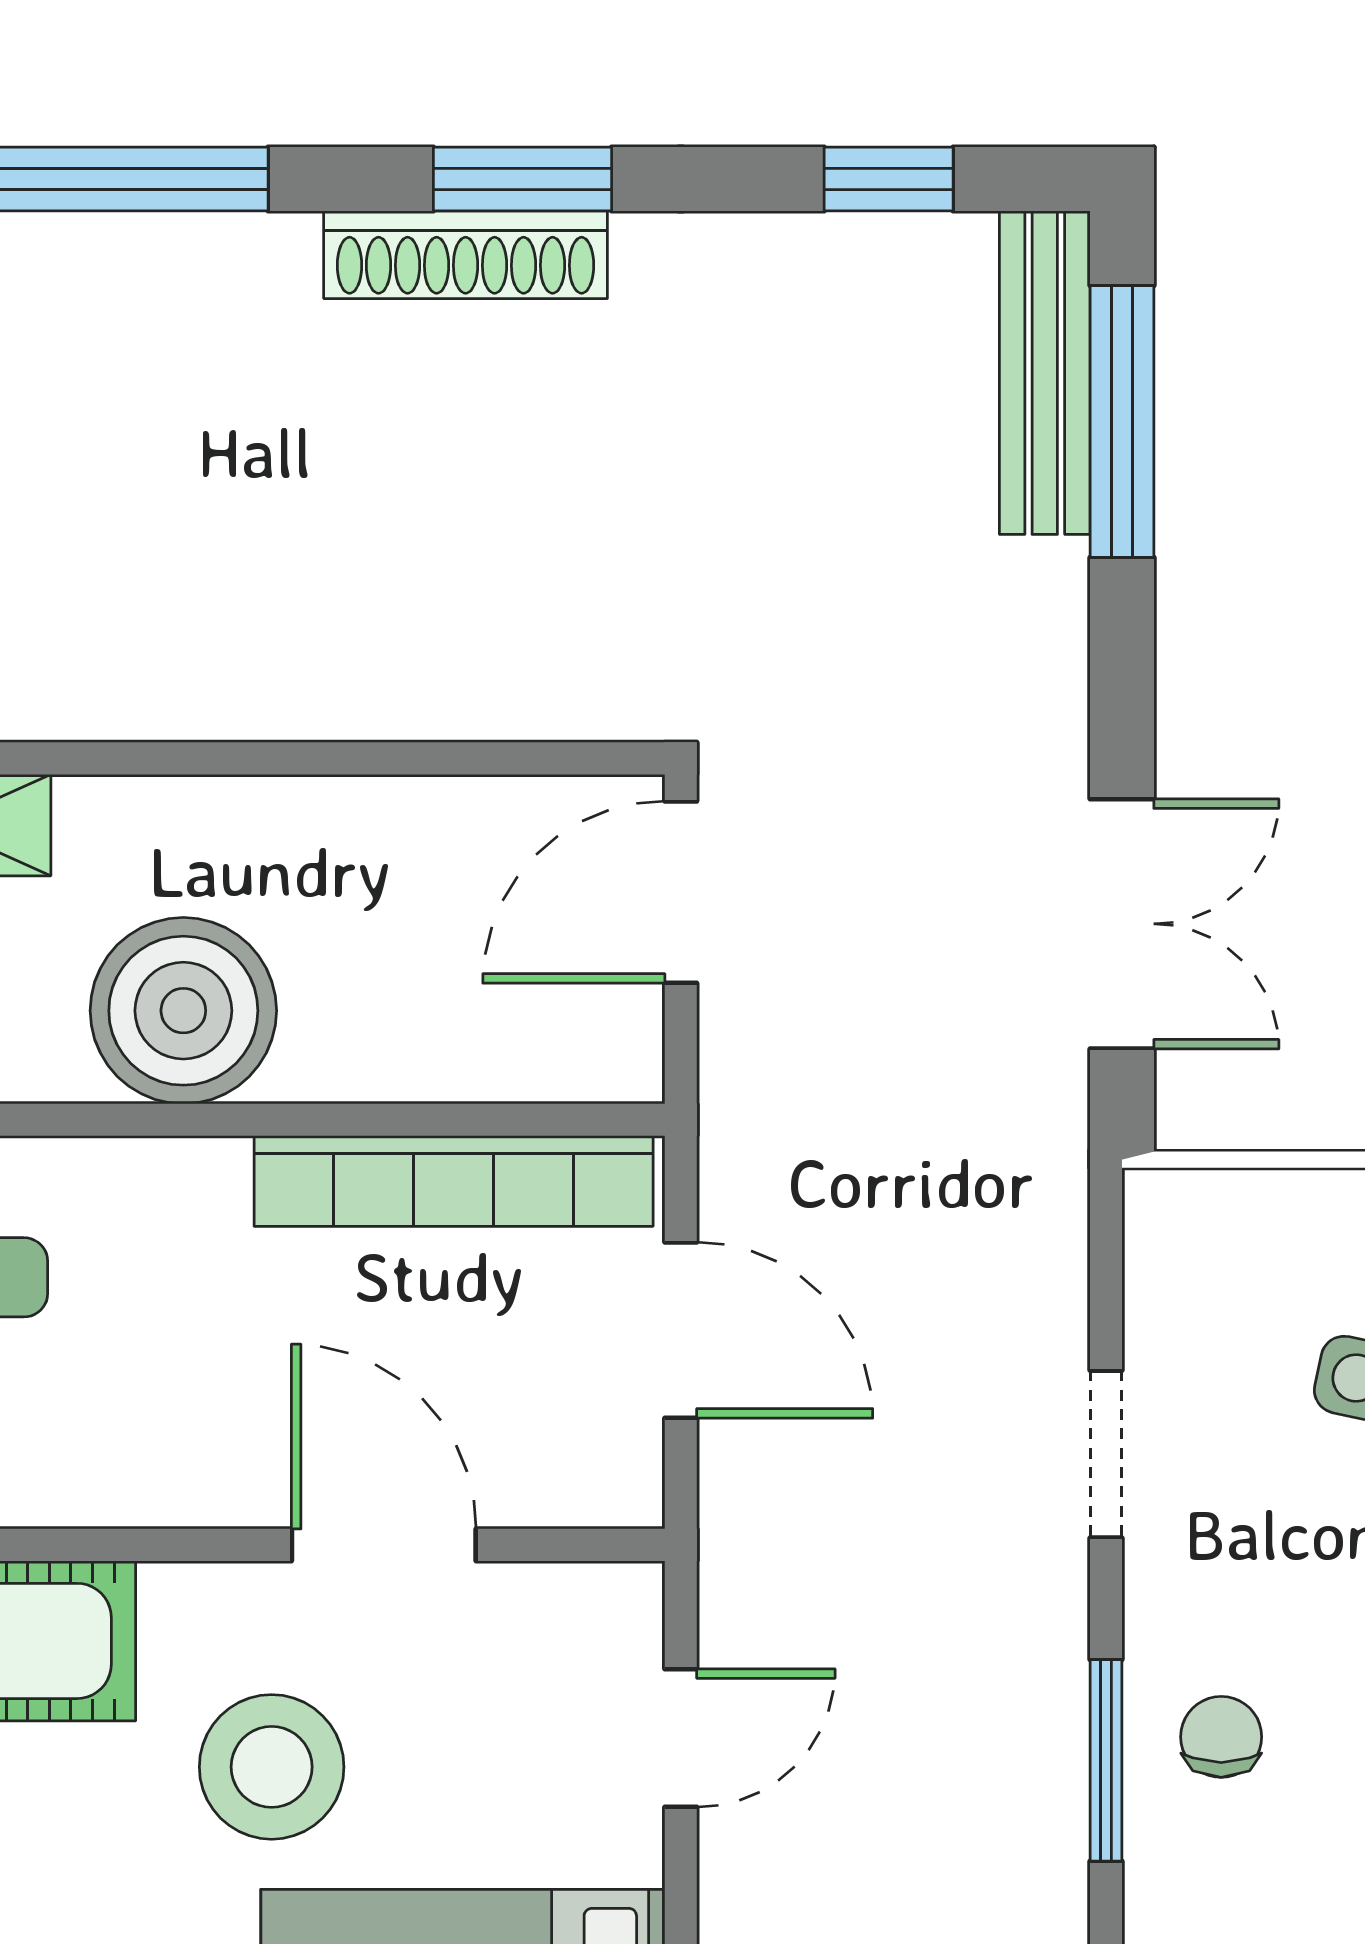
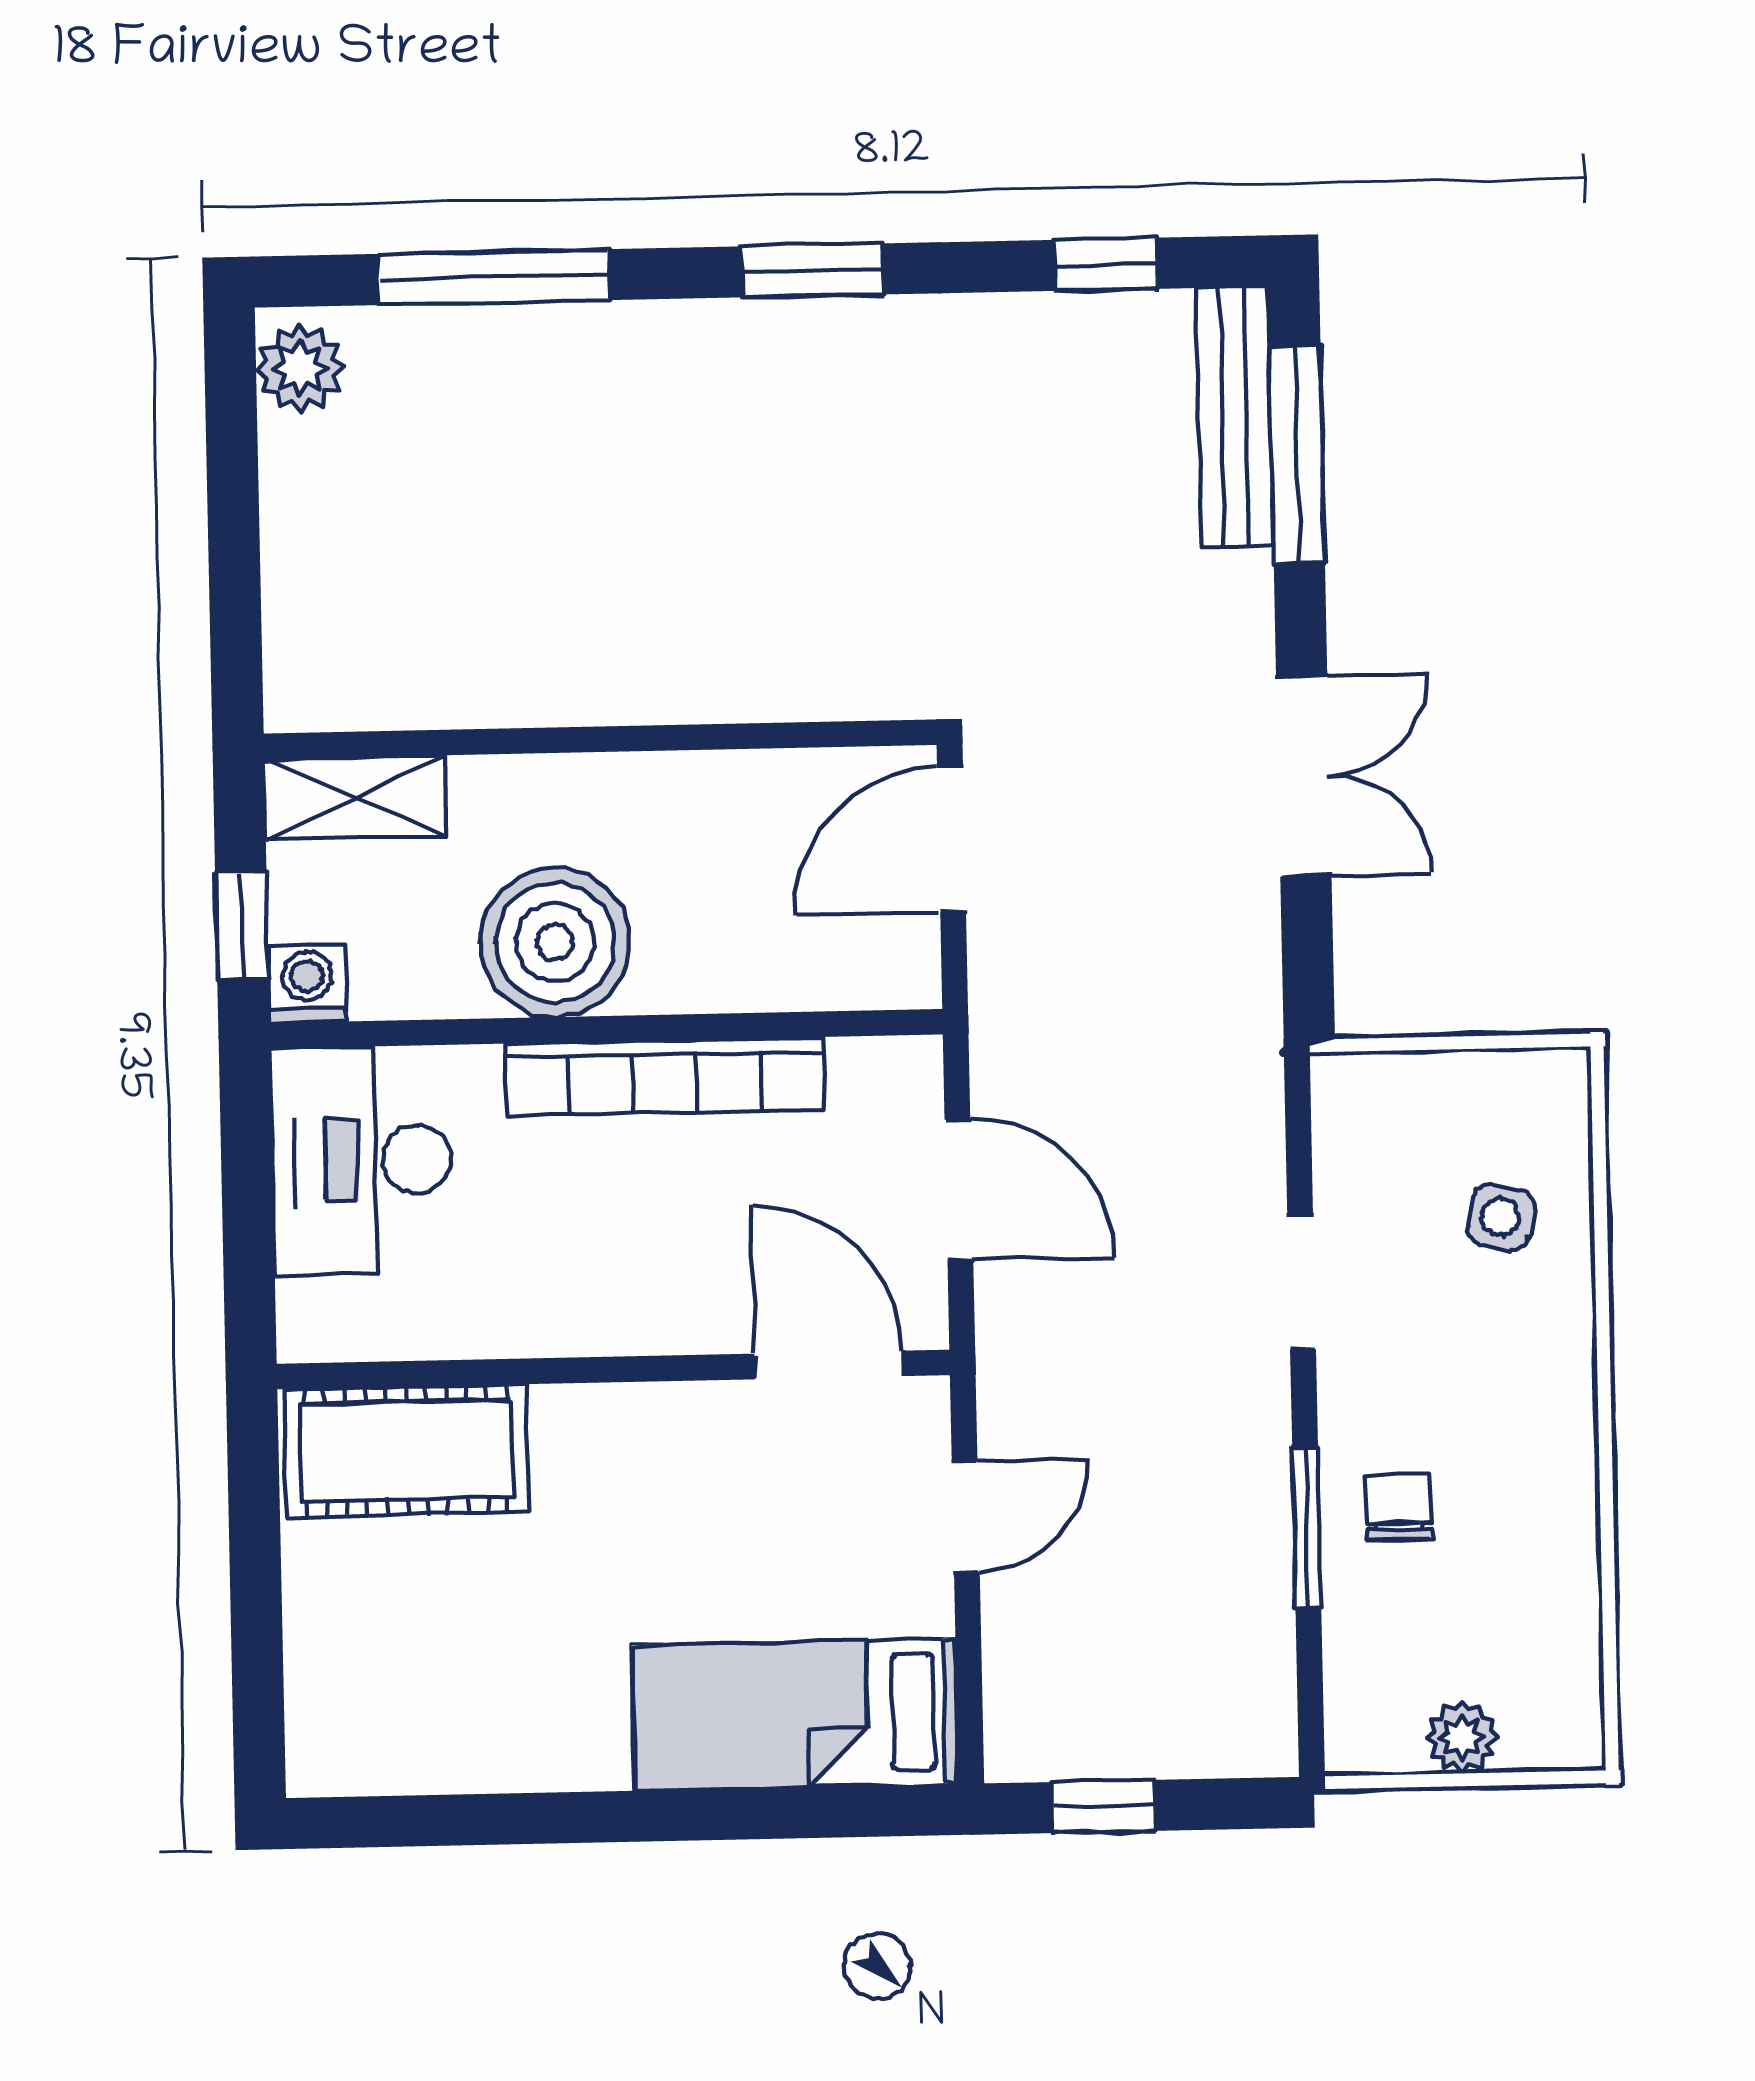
shoe rack: (466, 255) -> (768, 332), removed
double door: (1122, 924) -> (1304, 776), moved
bookcase: (454, 1181) -> (664, 1077), moved
door: (384, 1545) -> (828, 1365), moved
stool: (272, 1767) -> (638, 1547), removed

